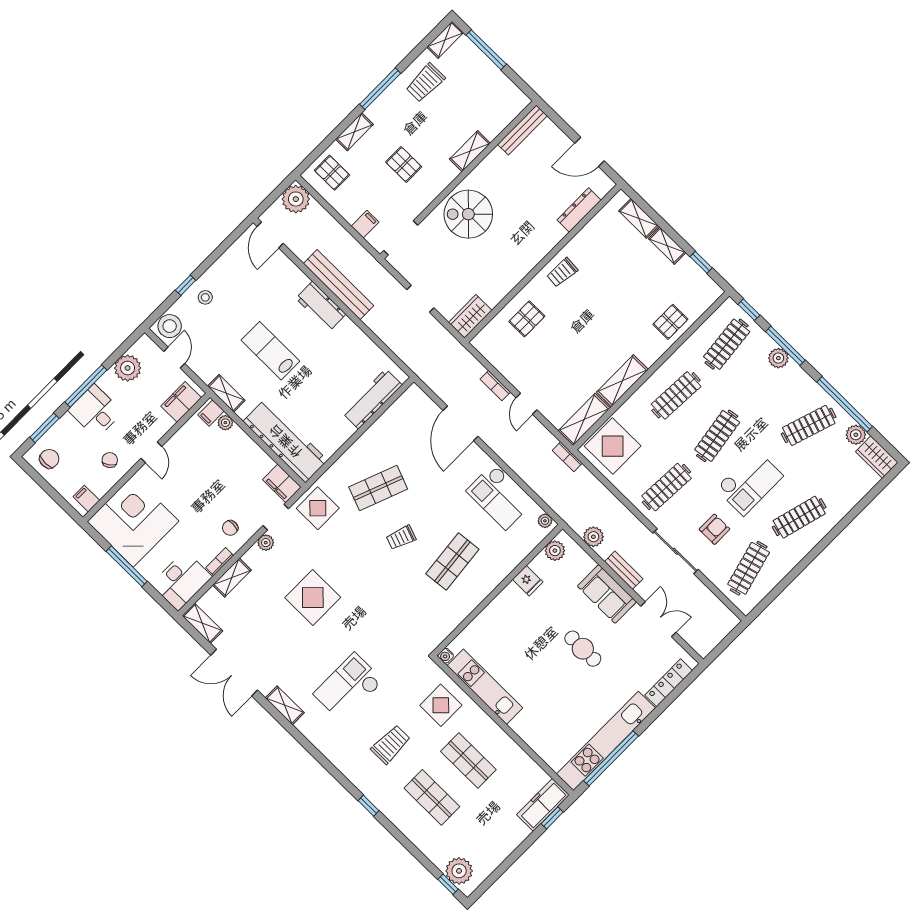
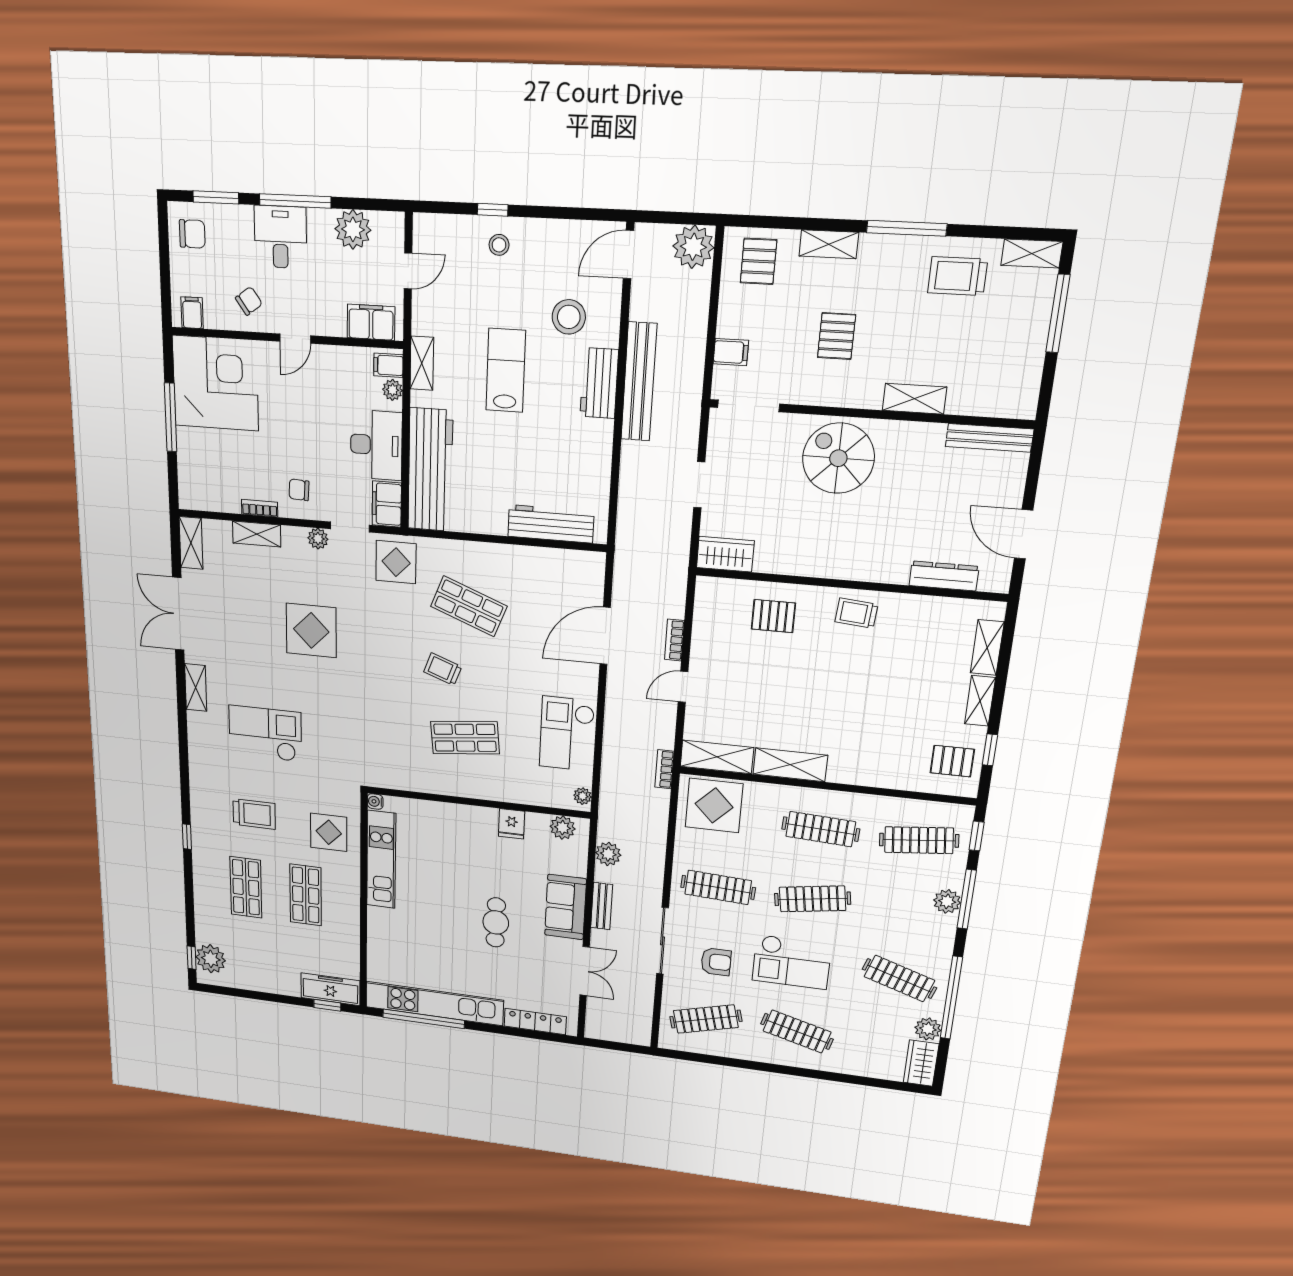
pallet: (670, 322) -> (952, 761), moved
stool: (170, 326) -> (569, 317), moved
desk: (182, 581) -> (376, 445), moved, turned -90

